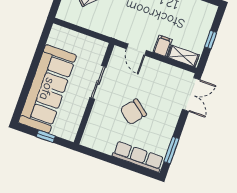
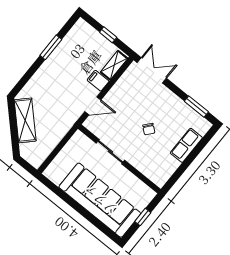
chair: (133, 112) -> (149, 129), width x0.54, depth x0.54
row of seats: (138, 157) -> (186, 145), width x0.68

